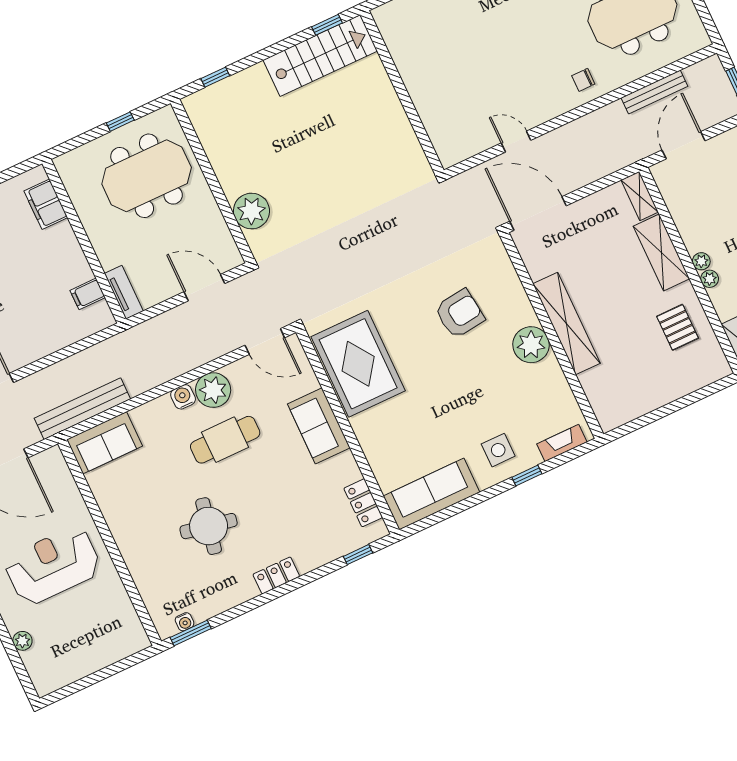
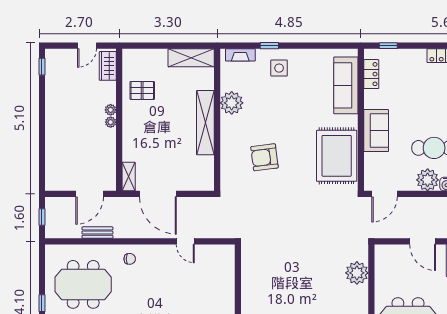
bench: (654, 92) -> (97, 233), width x0.73
door: (538, 214) -> (158, 194), moved
shelving: (661, 253) -> (191, 58), moved, turned 90
door: (204, 288) -> (423, 241), moved
pallet: (678, 327) -> (142, 90), turned 90
door: (265, 341) -> (384, 194), swing flipped
plant: (531, 345) -> (232, 103), moved
sofa: (432, 494) -> (346, 85), moved, turned 90

